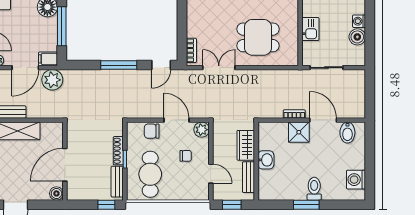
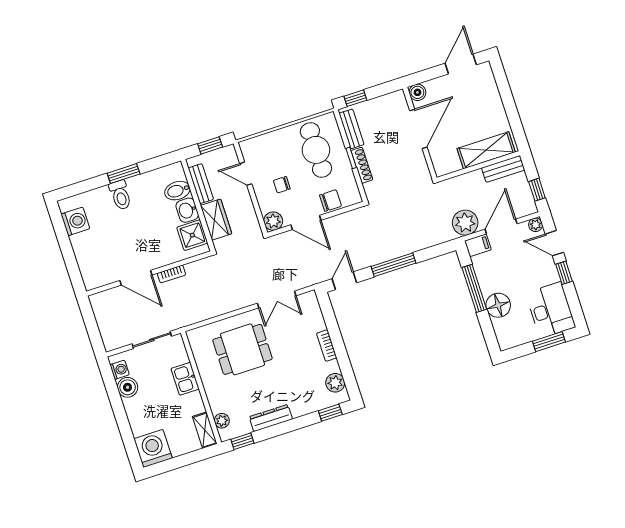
washing machine: (359, 21) -> (120, 370), moved
bookcase: (191, 50) -> (327, 346), moved
shower: (299, 132) -> (192, 235), moved
bidet: (347, 133) -> (177, 191), moved, turned -90

